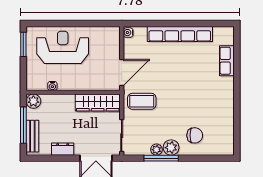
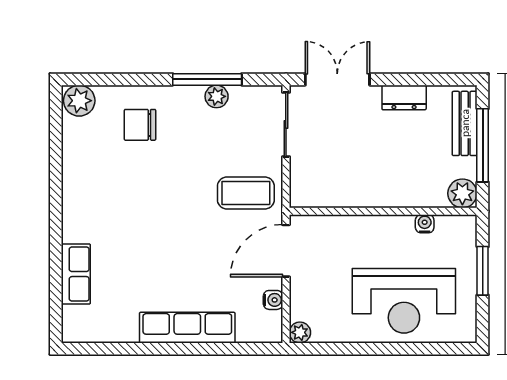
plant: (115, 32) -> (300, 332), added
water cooler: (128, 33) -> (273, 300), moved
row of seats: (180, 34) -> (187, 328), width x0.73
window: (23, 44) -> (483, 271), moved
wardrobe: (98, 103) -> (334, 191), removed
plant: (171, 148) -> (79, 101), moved

